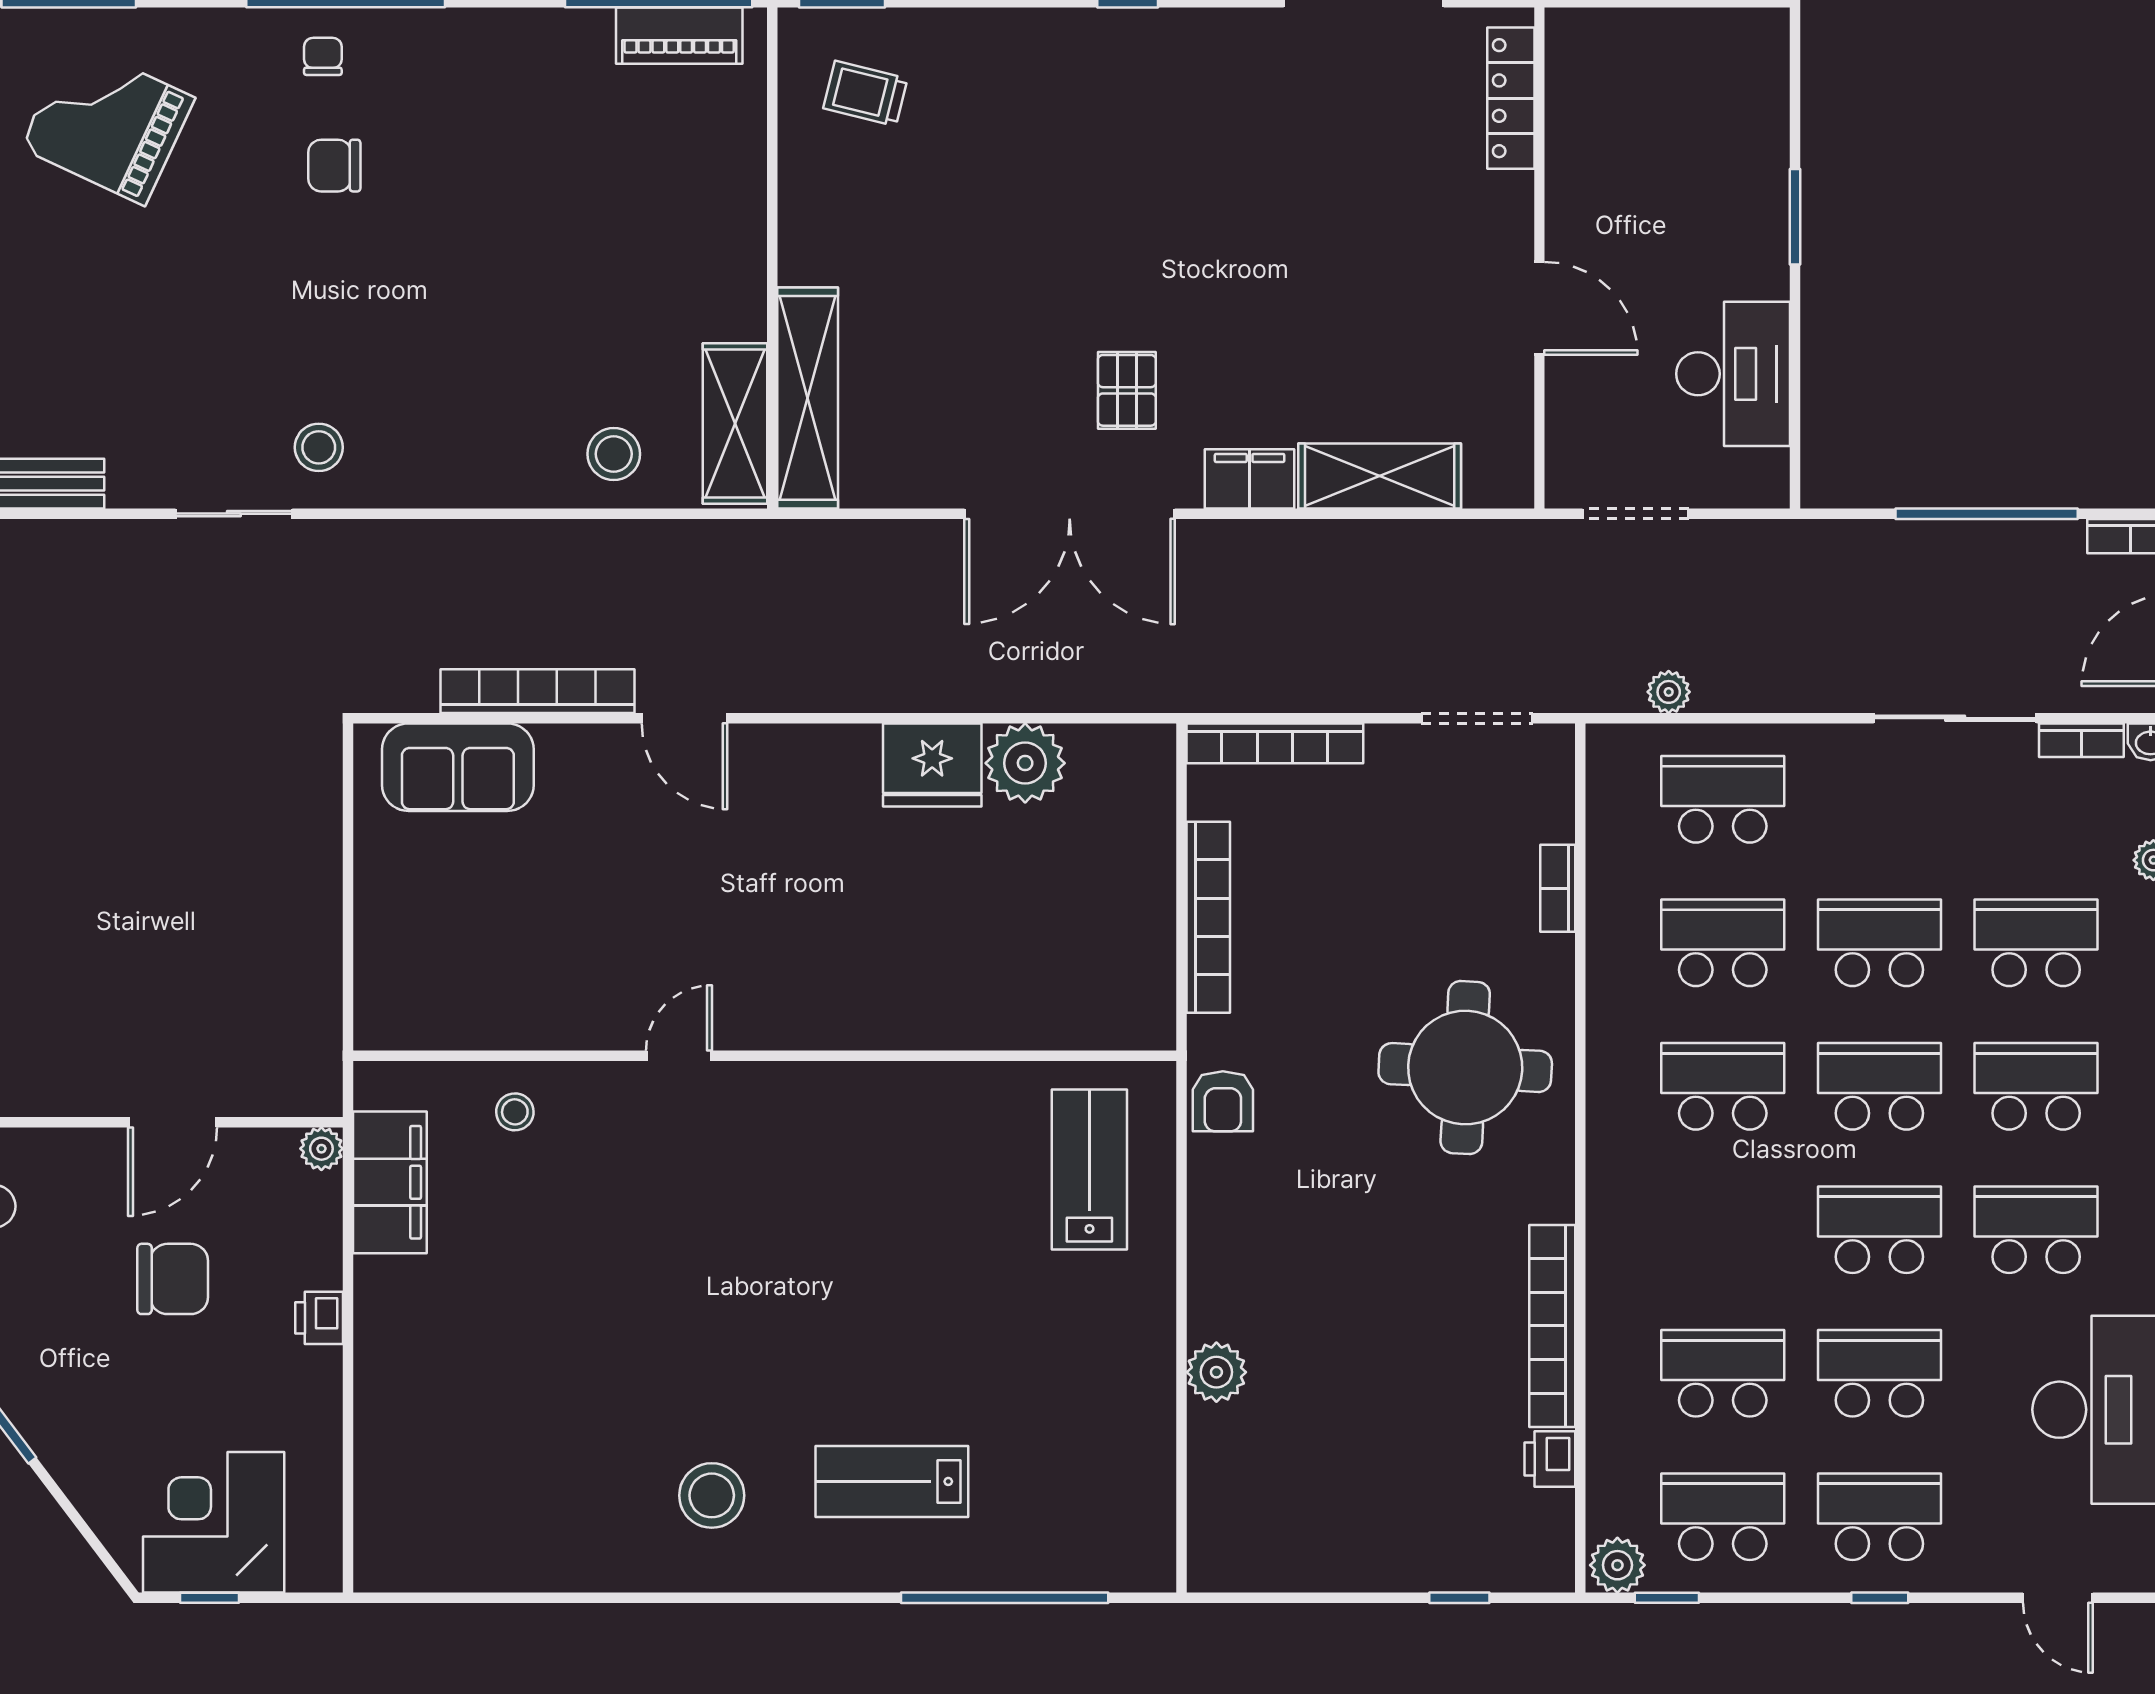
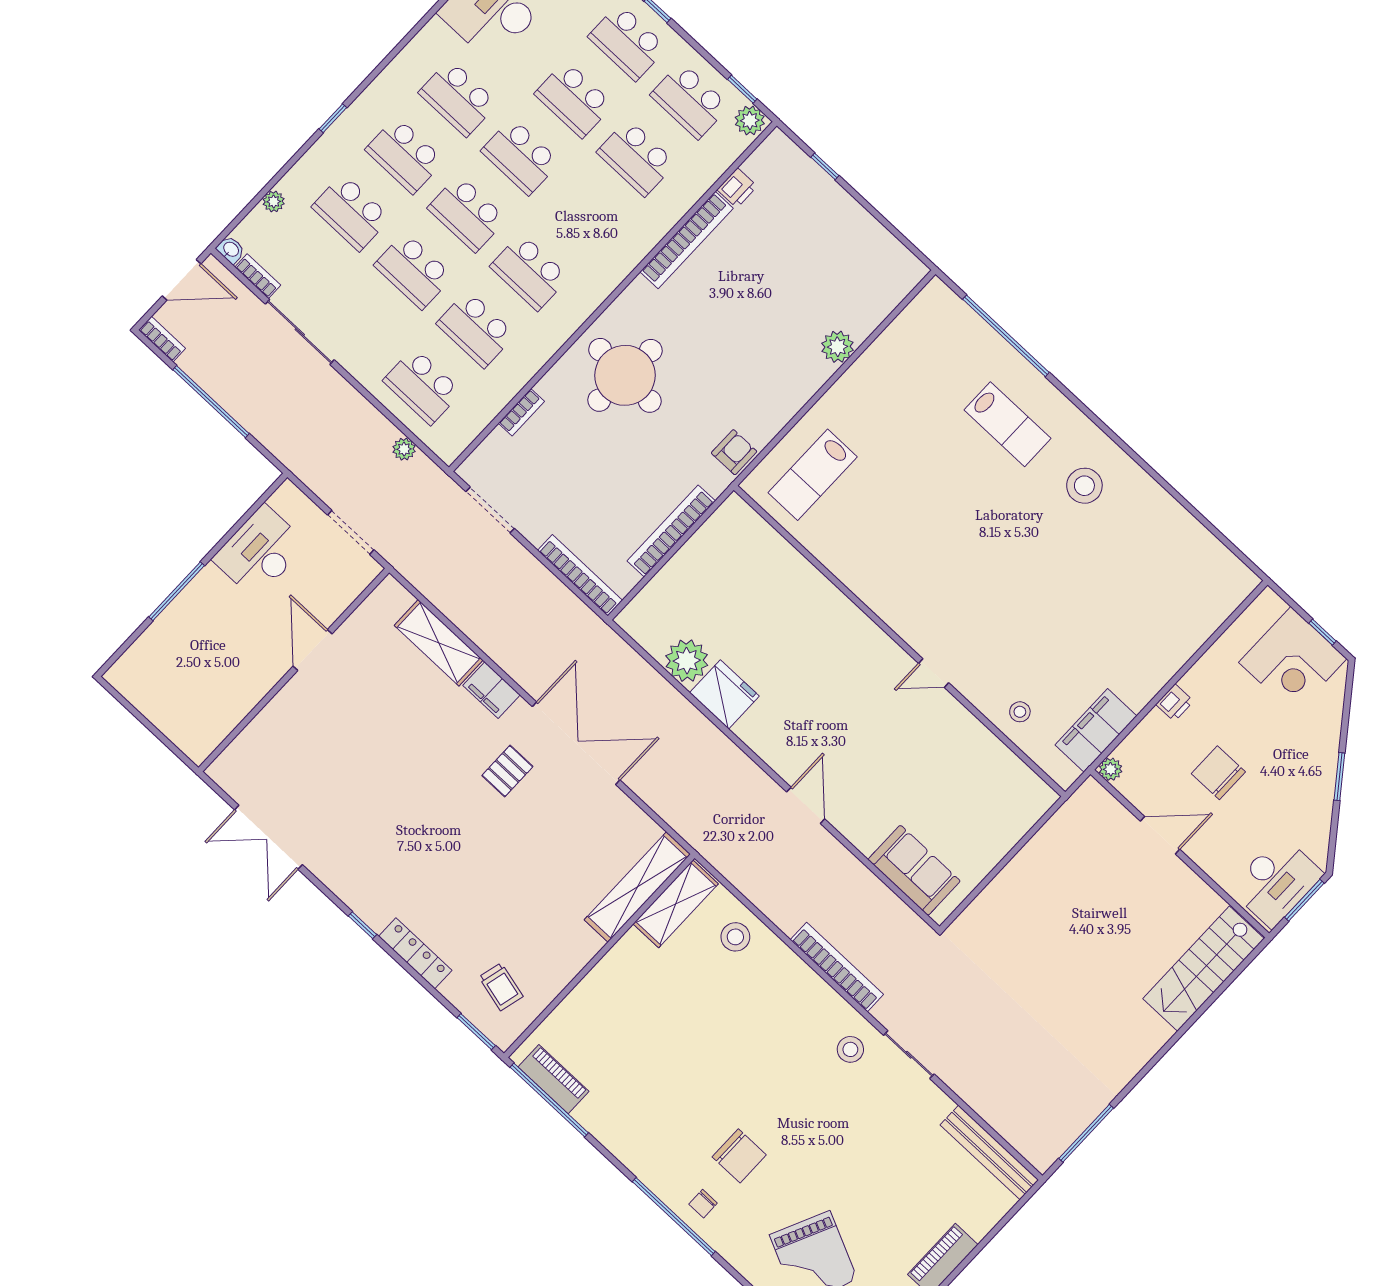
locker: (1511, 98) -> (415, 953), moved, turned -90
chair: (334, 166) -> (739, 1156), width x1.37, depth x1.37
window: (1795, 217) -> (177, 591), width x1.44
bookcase: (538, 691) -> (837, 967), moved, turned 180

